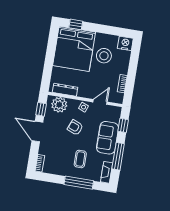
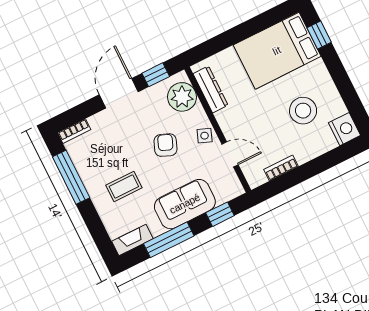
bed: (74, 49) -> (277, 51), width x0.73
window: (79, 183) -> (71, 177), moved

